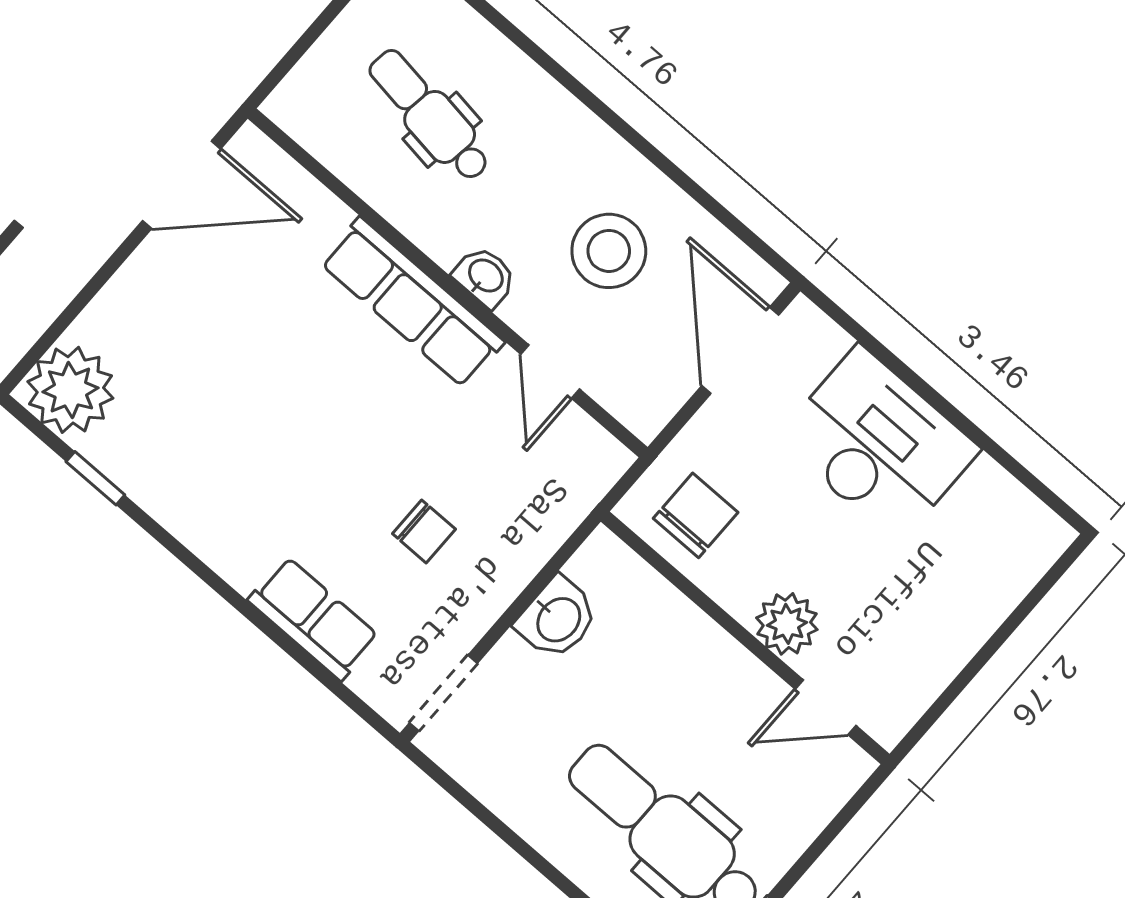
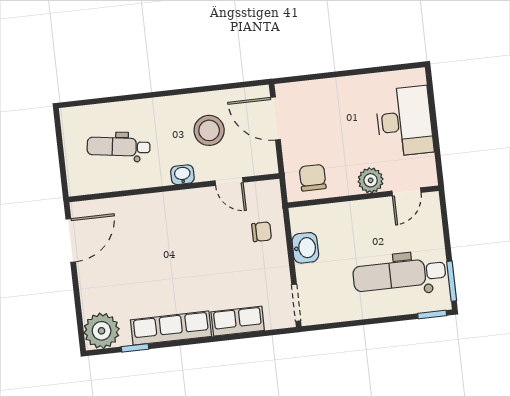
row of seats: (412, 302) -> (171, 328), moved, turned 180
desk: (878, 444) -> (404, 121), moved, turned 90
chair: (424, 531) -> (262, 232), moved

